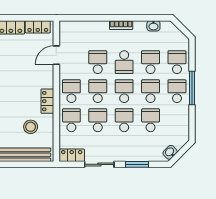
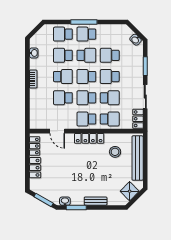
school desk: (151, 91) -> (86, 55), turned 180
locker: (47, 101) -> (89, 138), width x1.53
school desk: (71, 120) -> (110, 119), turned 180
school desk: (98, 120) -> (110, 98), turned 180

